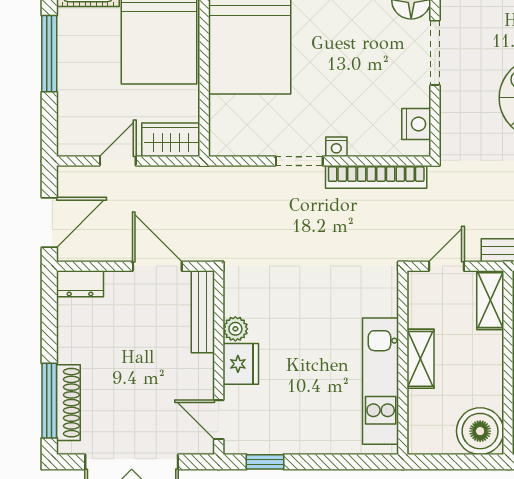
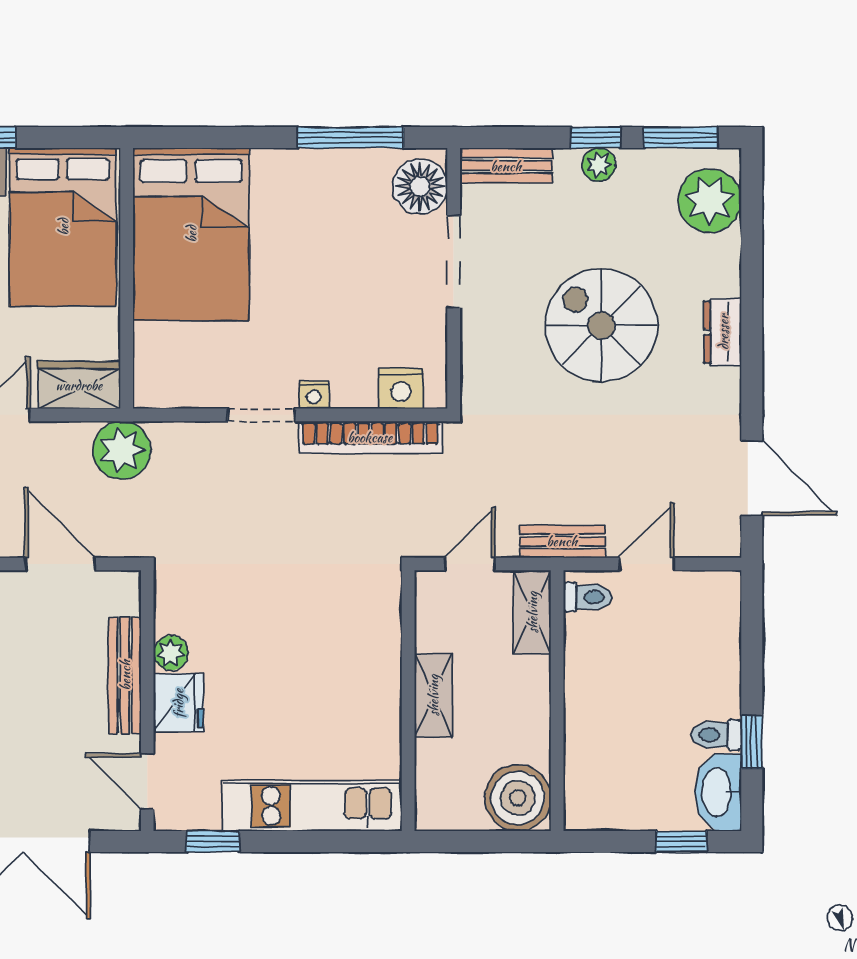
nightstand: (416, 124) -> (401, 388), moved, turned 90
plant: (201, 186) -> (122, 450), added
bench: (203, 312) -> (125, 675), moved
kitchen unit: (381, 381) -> (312, 806), moved, turned 90

